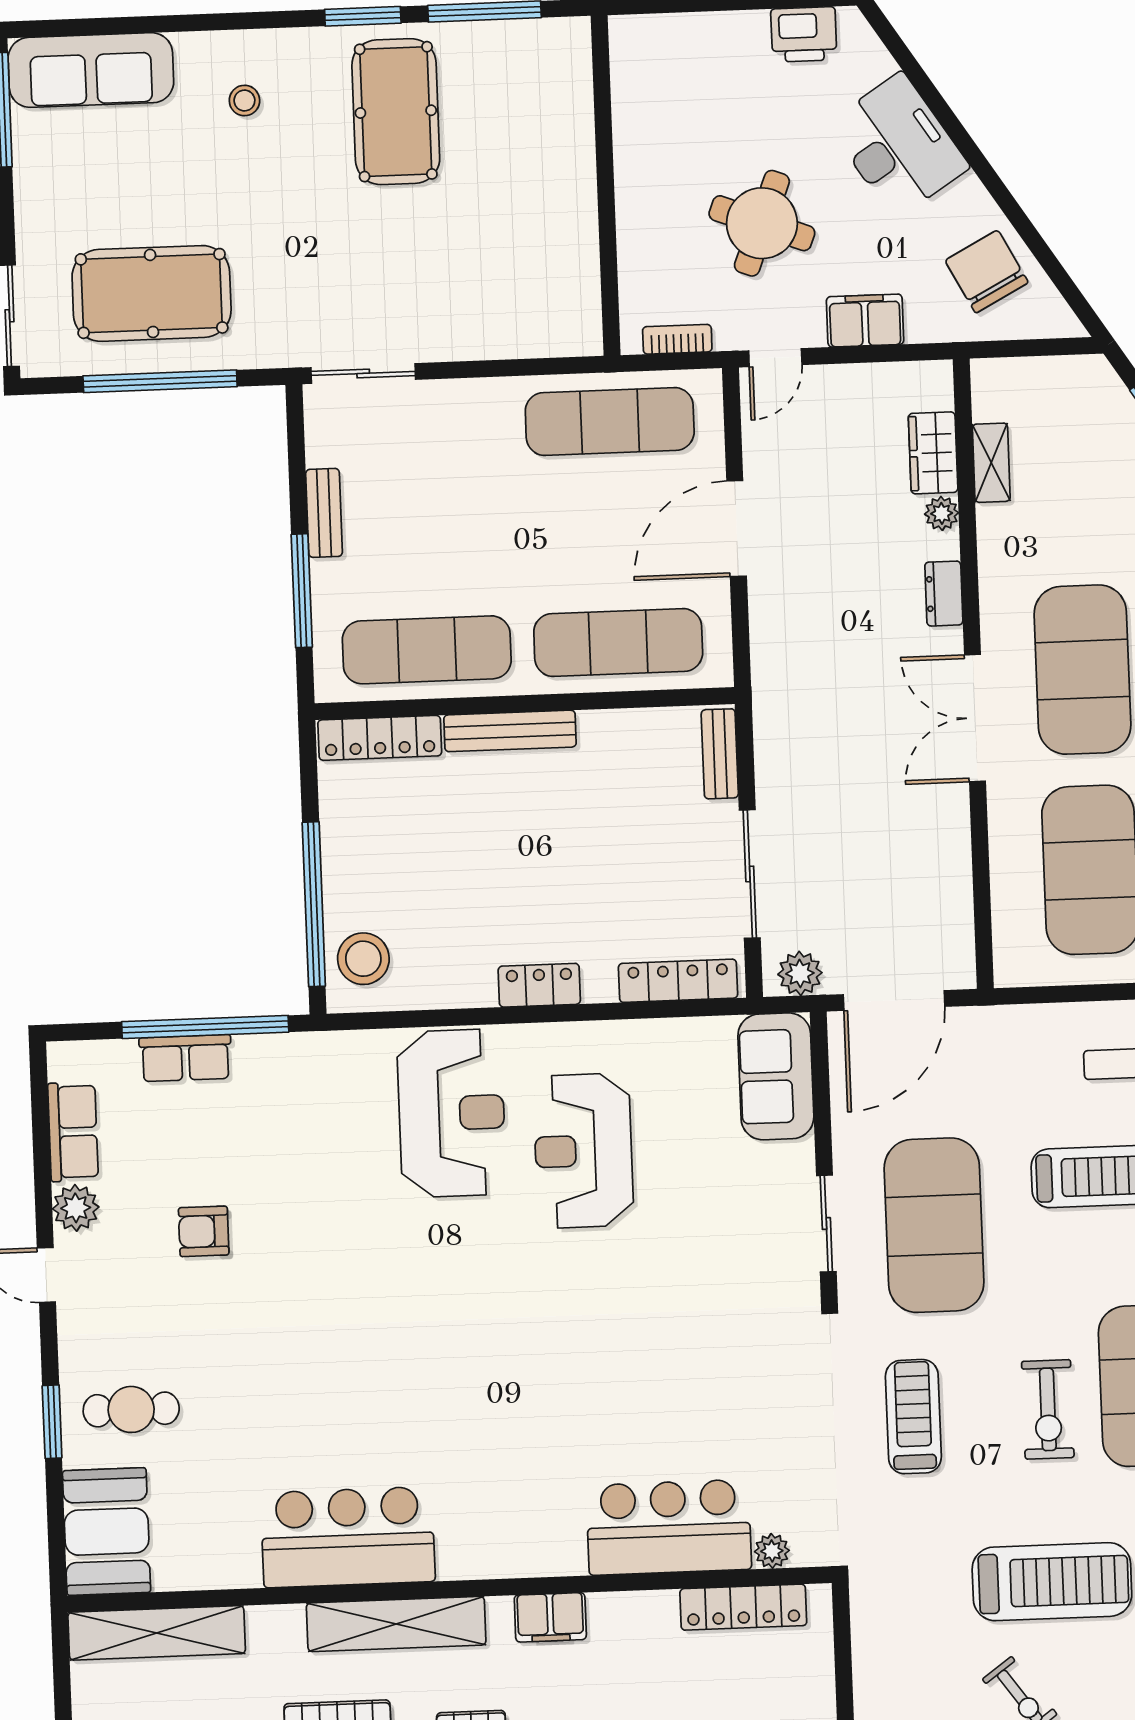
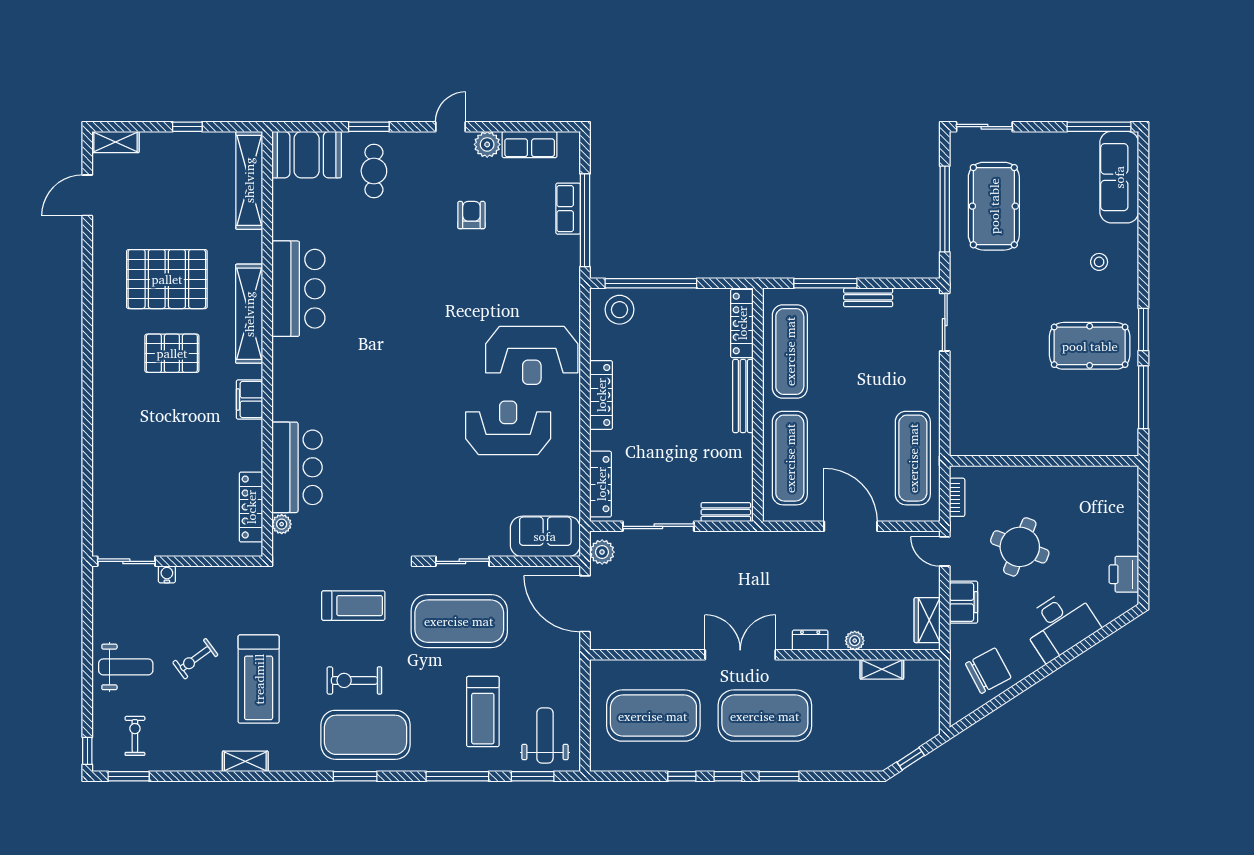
wardrobe: (933, 453) -> (927, 620), moved, turned -90
locker: (539, 985) -> (601, 395), width x1.53

